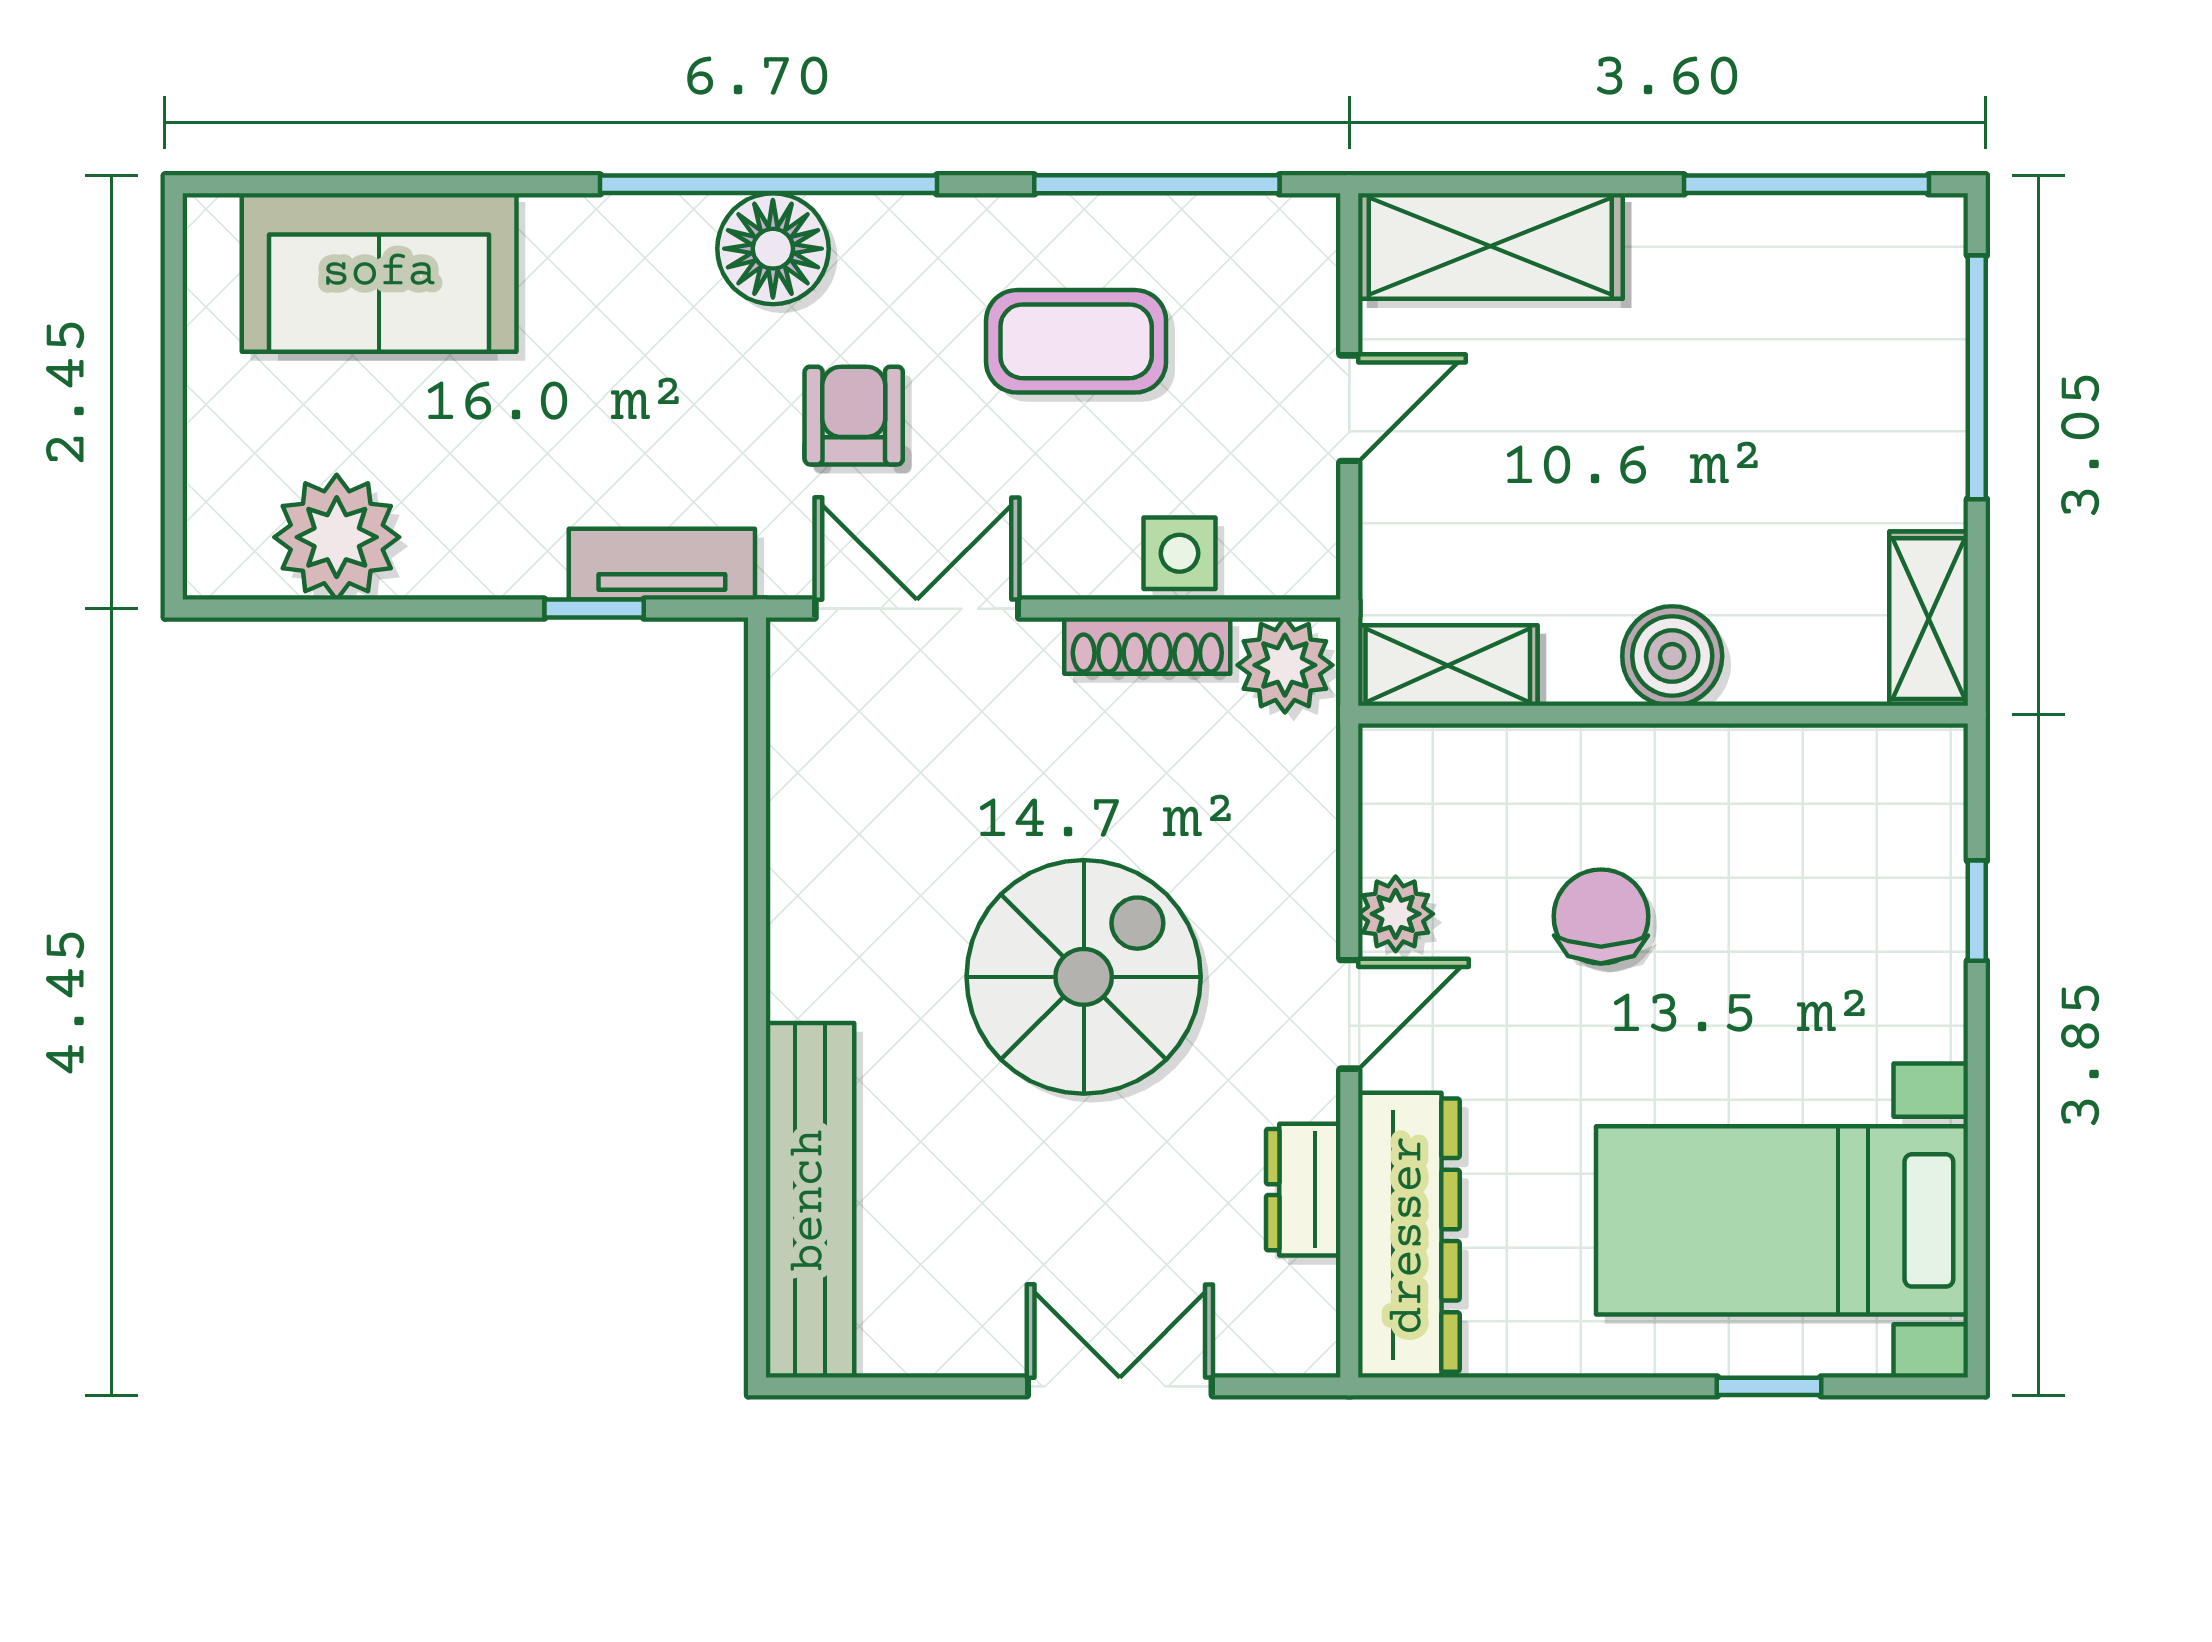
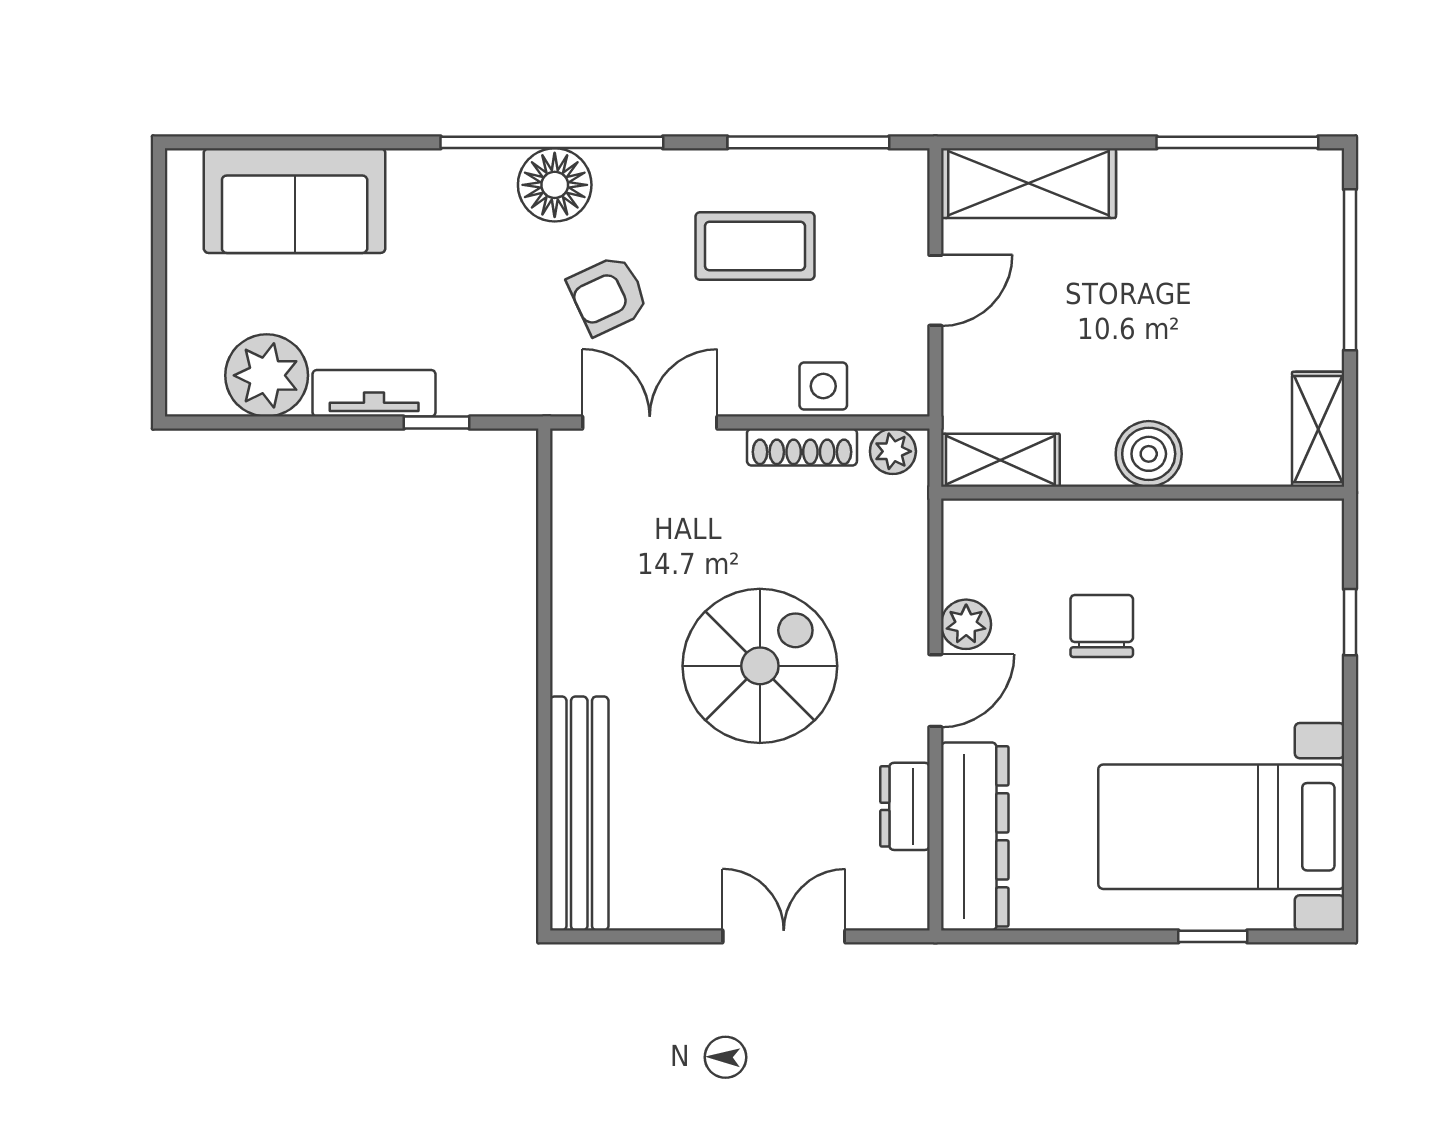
armchair: (854, 416) -> (608, 295), turned -115
tv unit: (662, 564) -> (374, 393), moved
plant: (1285, 665) -> (893, 451), width x0.73, depth x0.73

